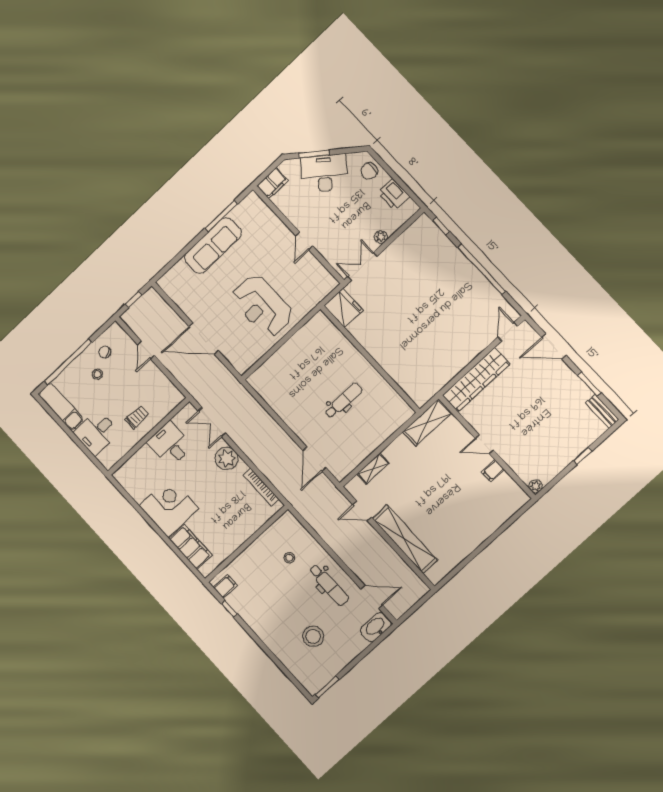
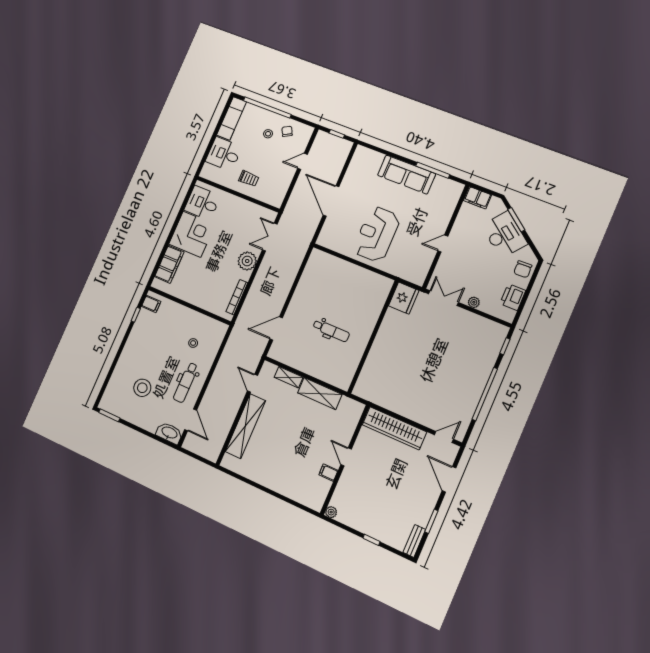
chair: (369, 171) -> (523, 269), turned -92
shelving: (427, 422) -> (320, 394), moved
desk: (170, 444) -> (202, 203), moved, turned -90

